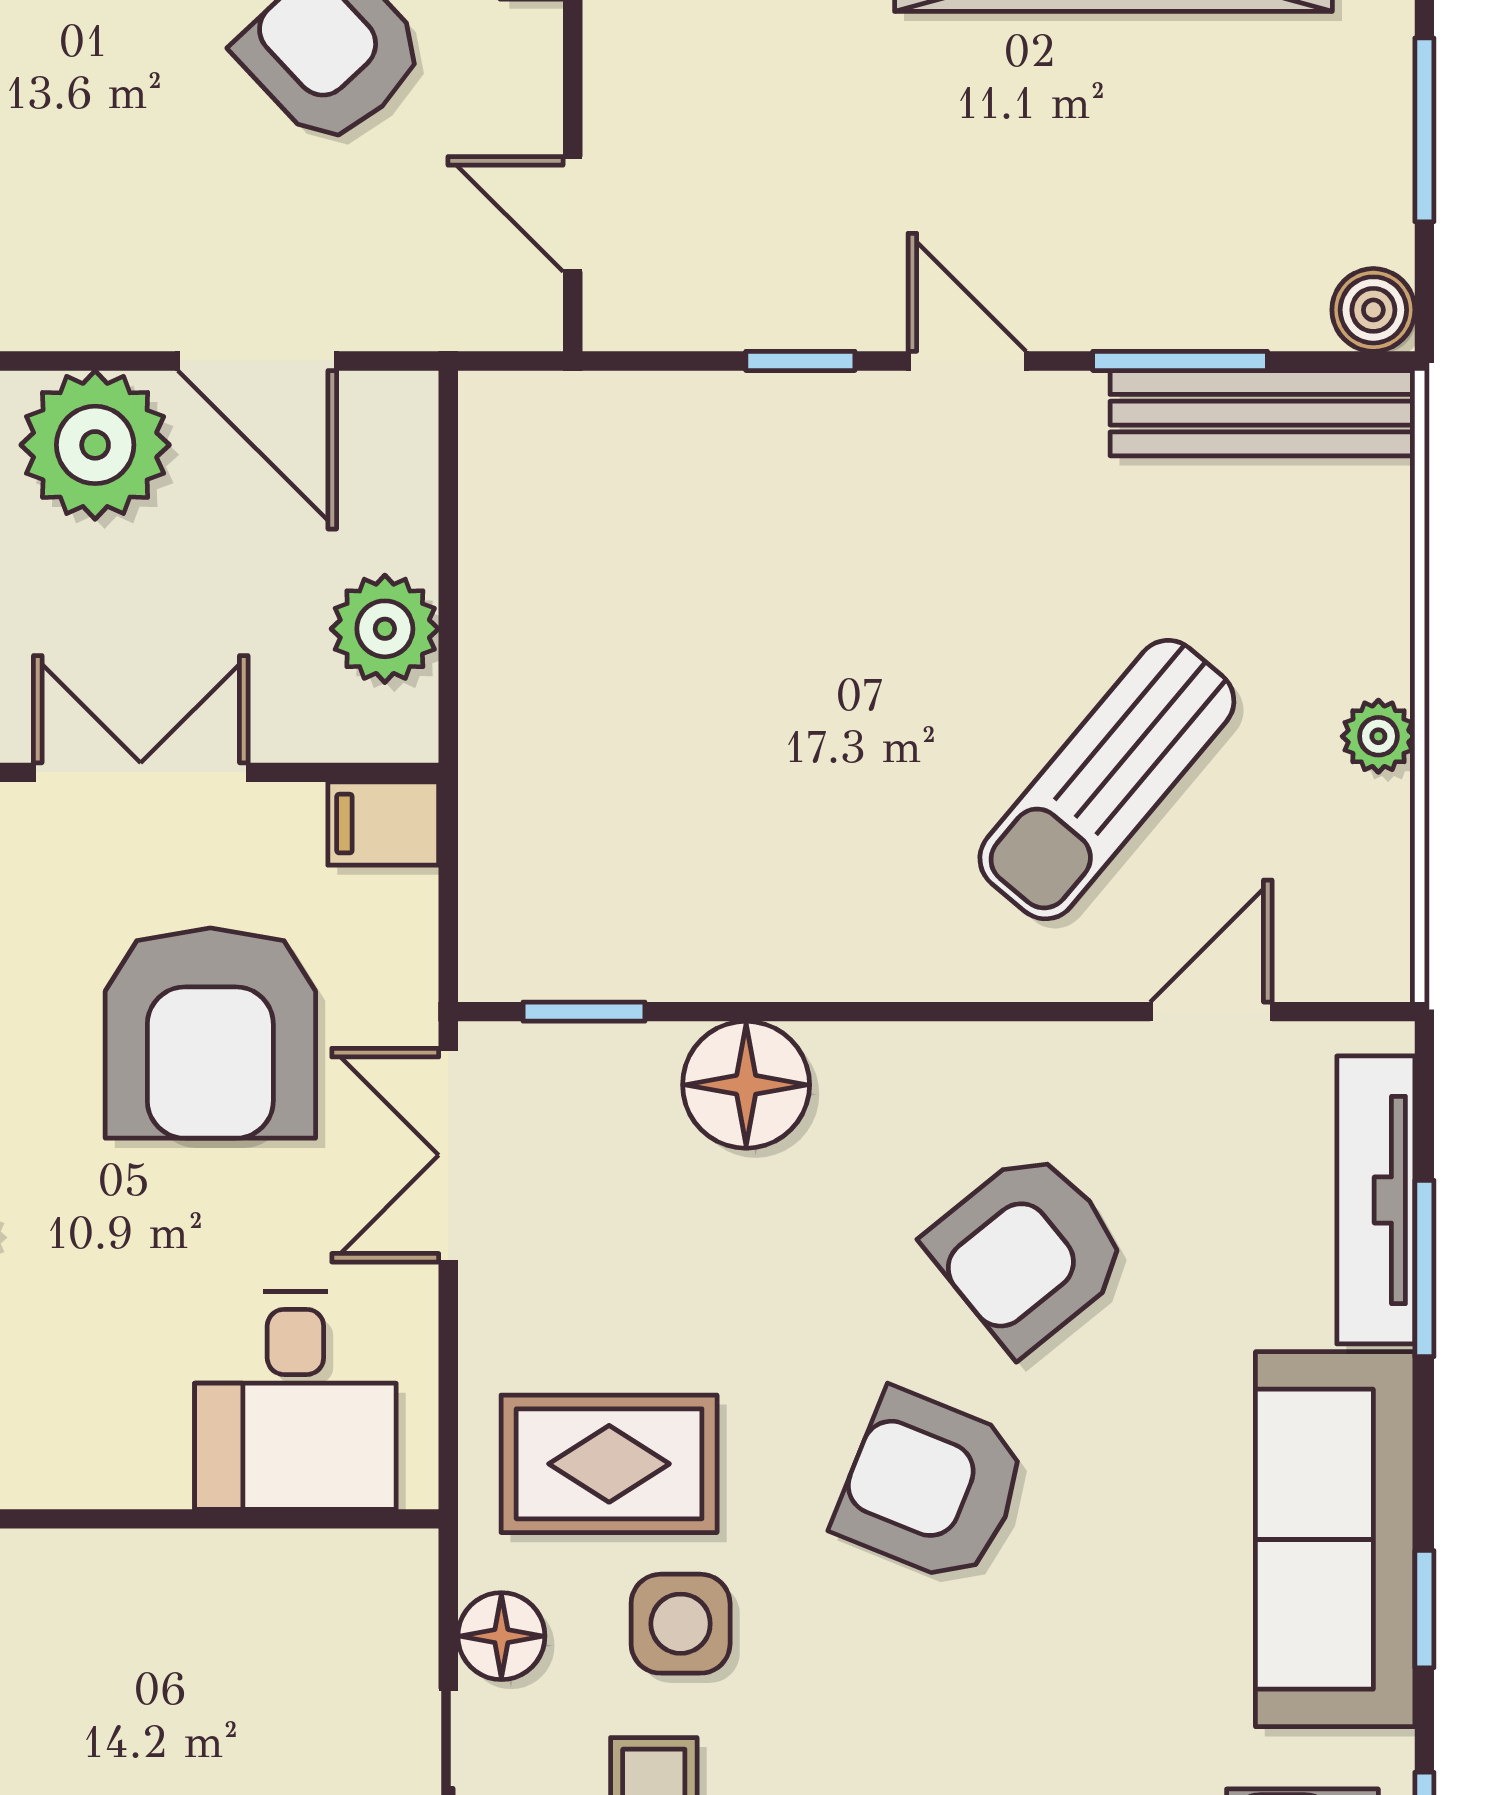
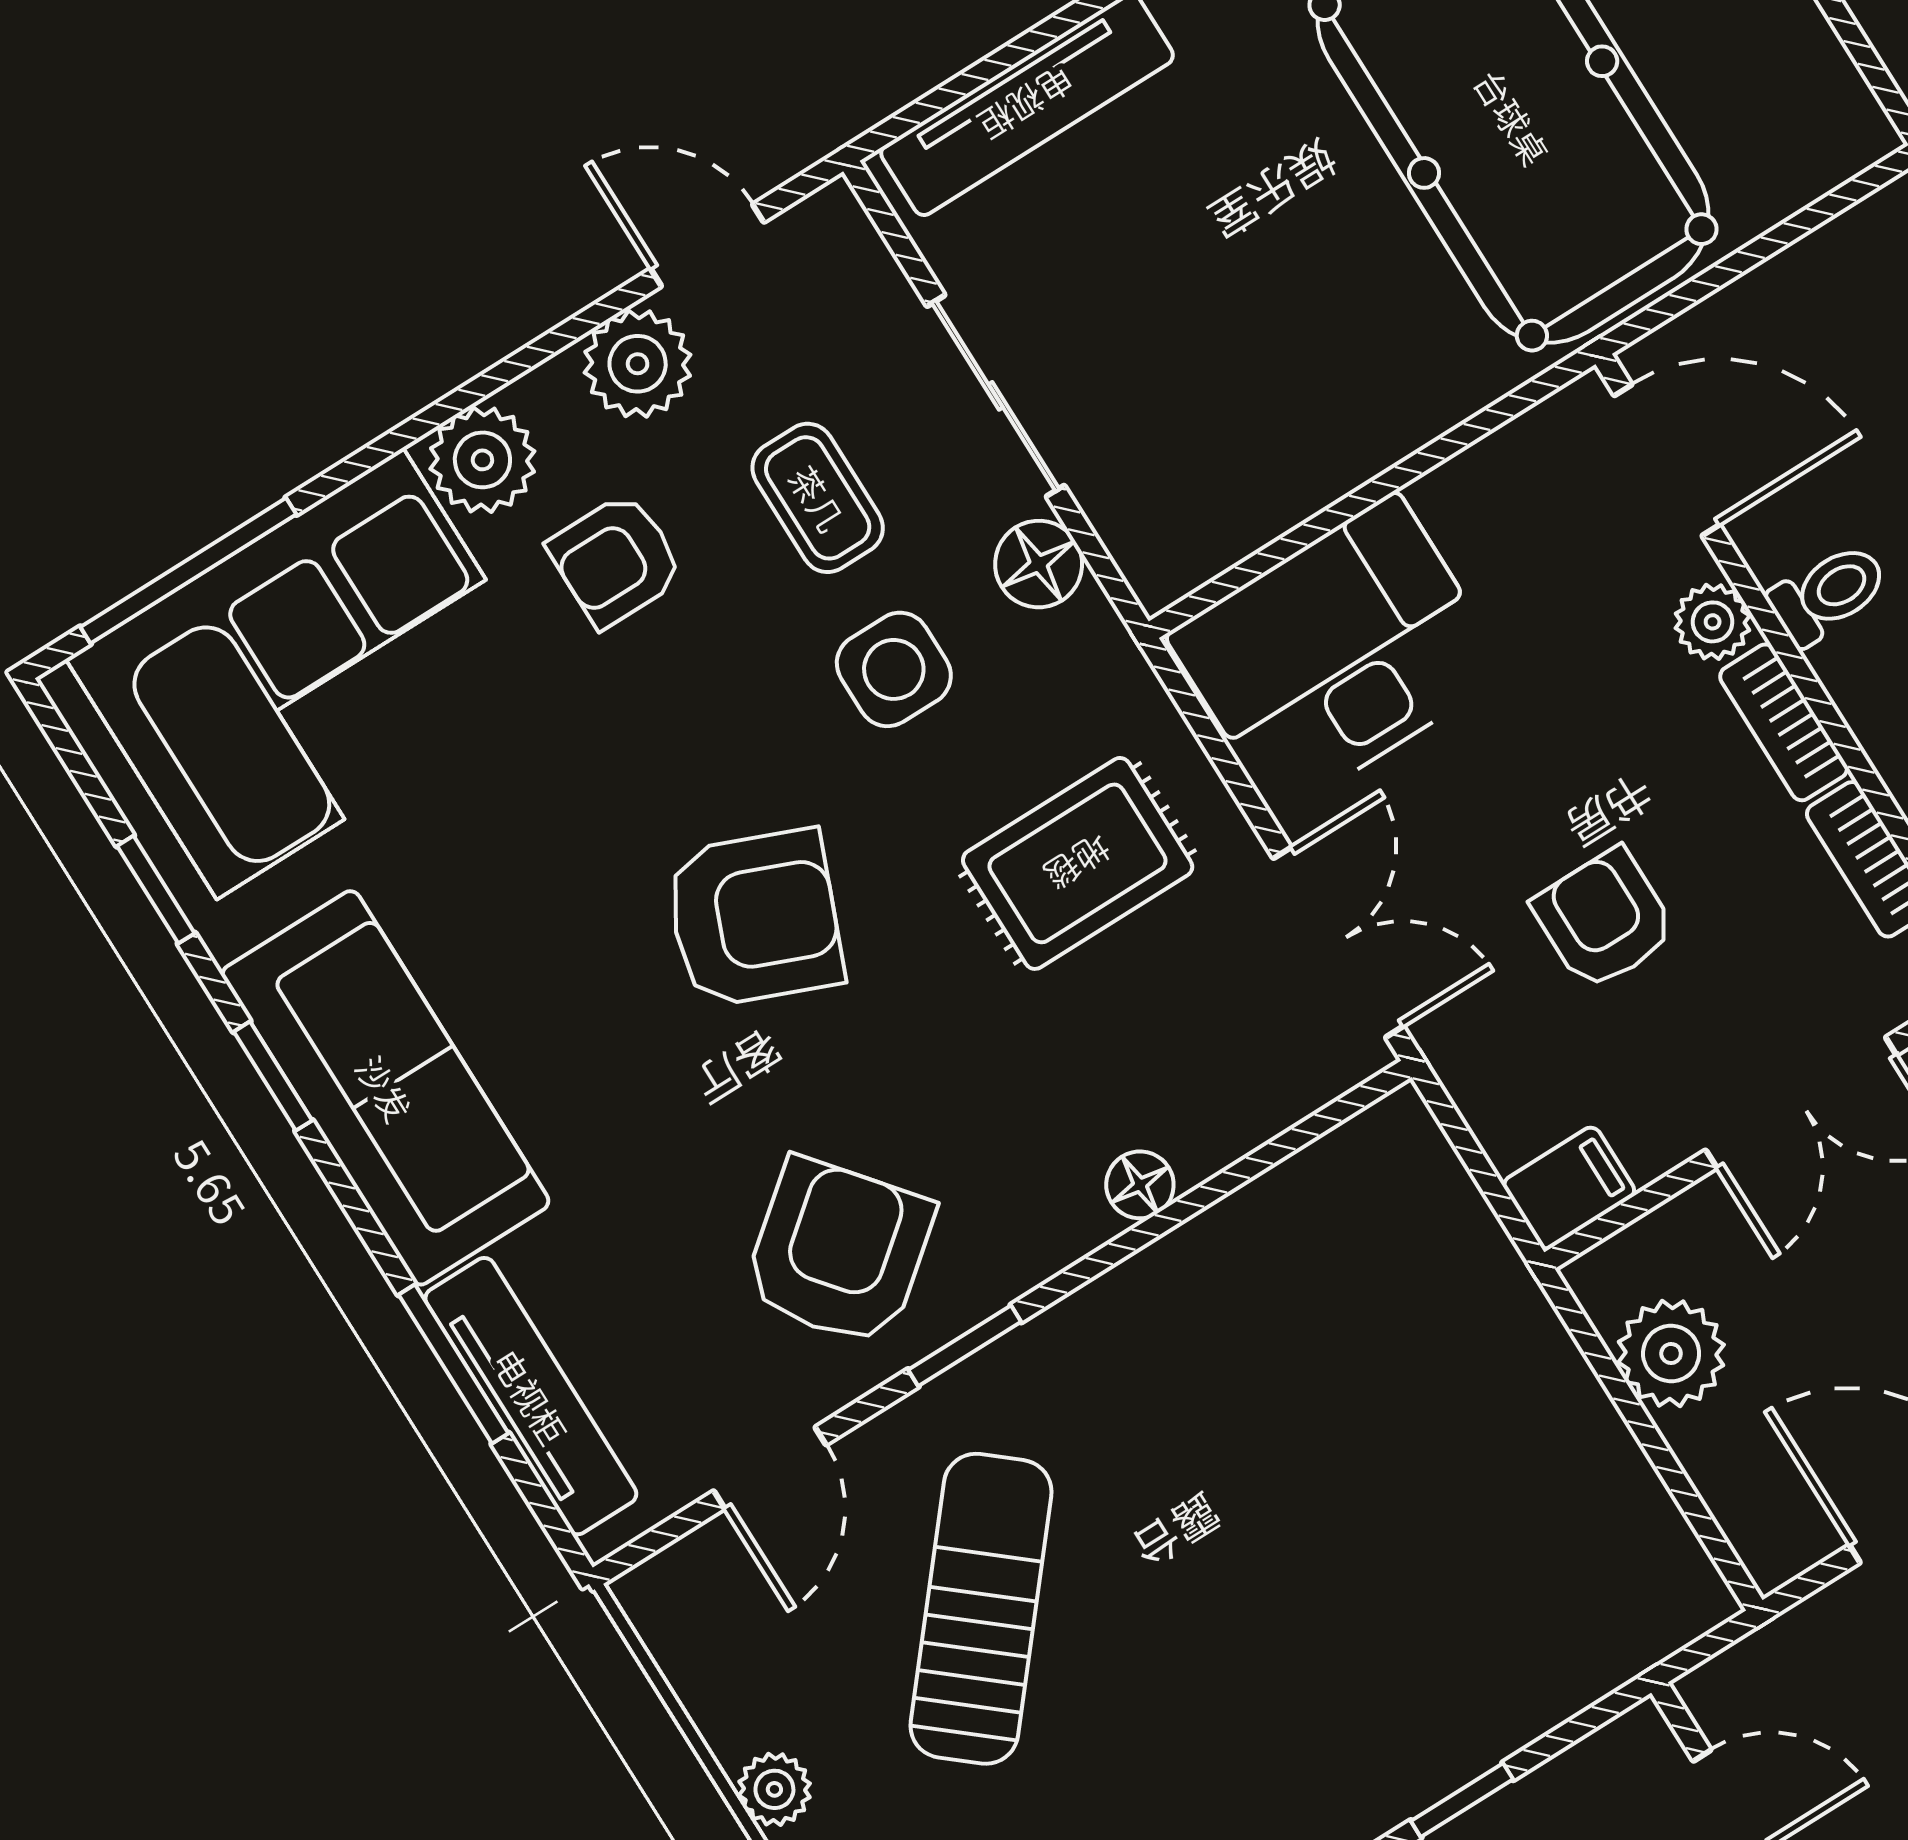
window: (584, 1012) -> (965, 1346), moved
armchair: (210, 1033) -> (1604, 919), width x0.53, depth x0.53
floor lamp: (746, 1085) -> (1140, 1185), width x0.53, depth x0.53
armchair: (1028, 1251) -> (839, 1252), moved
desk: (295, 1401) -> (1338, 654), width x1.37
rug: (609, 1464) -> (1078, 863), moved

